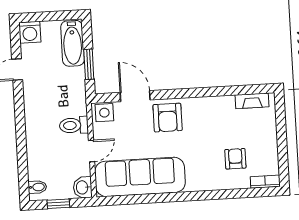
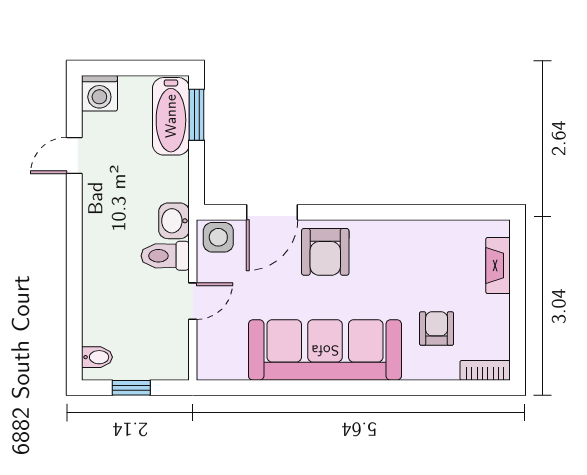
window: (89, 64) -> (197, 115), moved
door: (135, 96) -> (272, 212), swing flipped
fireplace: (252, 101) -> (498, 266), moved, turned 90
sofa: (140, 177) -> (325, 350), moved
washbasin: (83, 187) -> (174, 221), moved

